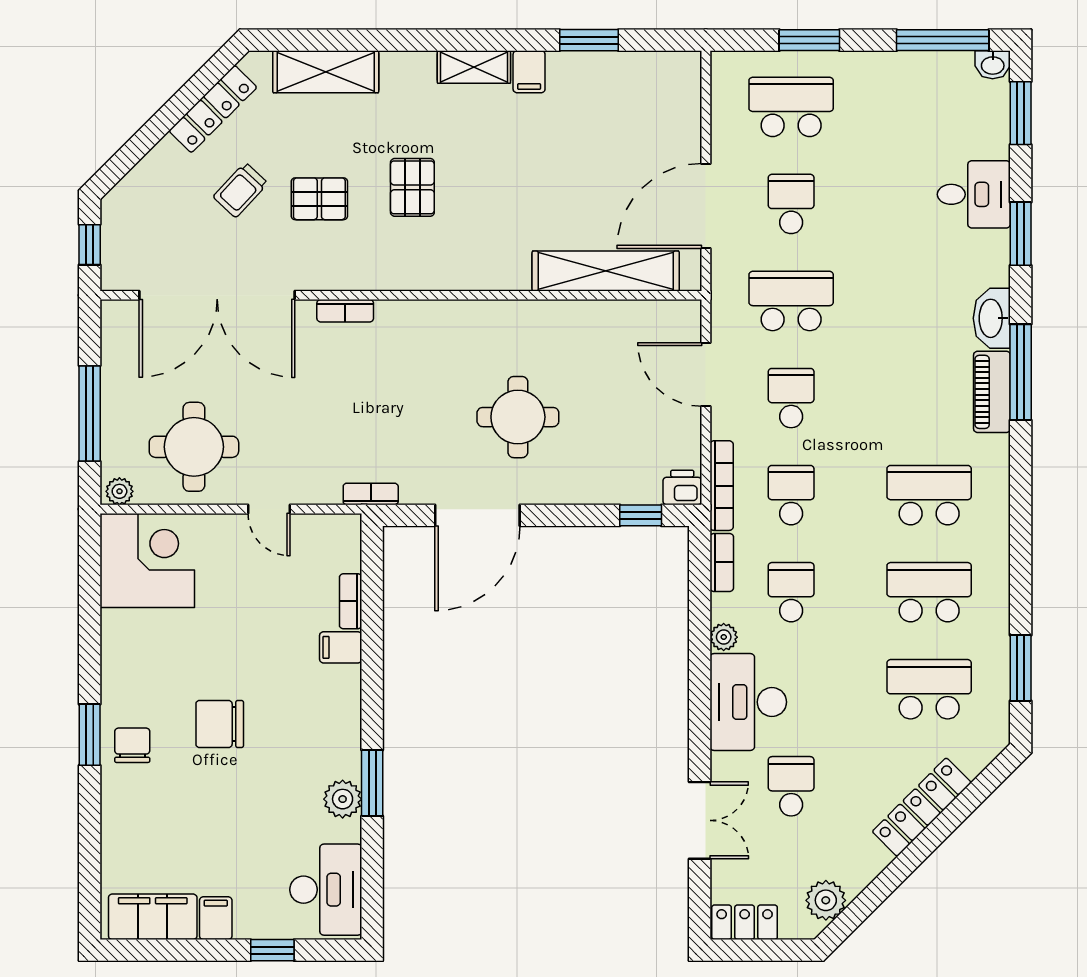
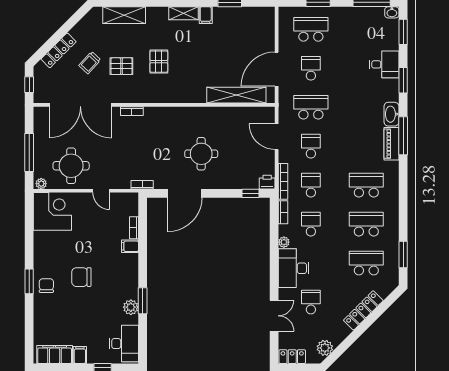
locker: (213, 109) -> (58, 50), moved

